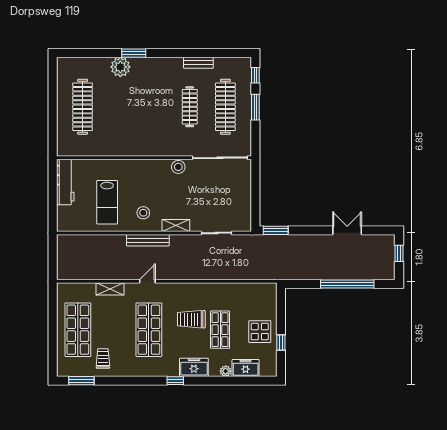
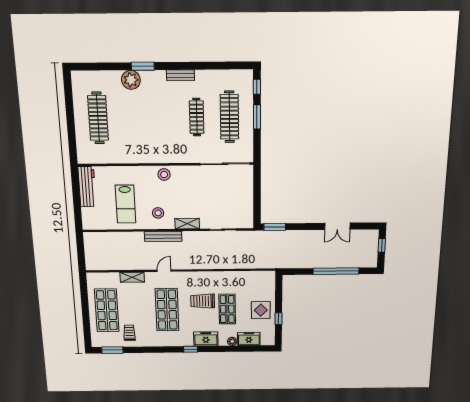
bench: (198, 63) -> (180, 75), moved
stool: (178, 167) -> (164, 174), moved
double door: (347, 230) -> (337, 226), swing flipped

